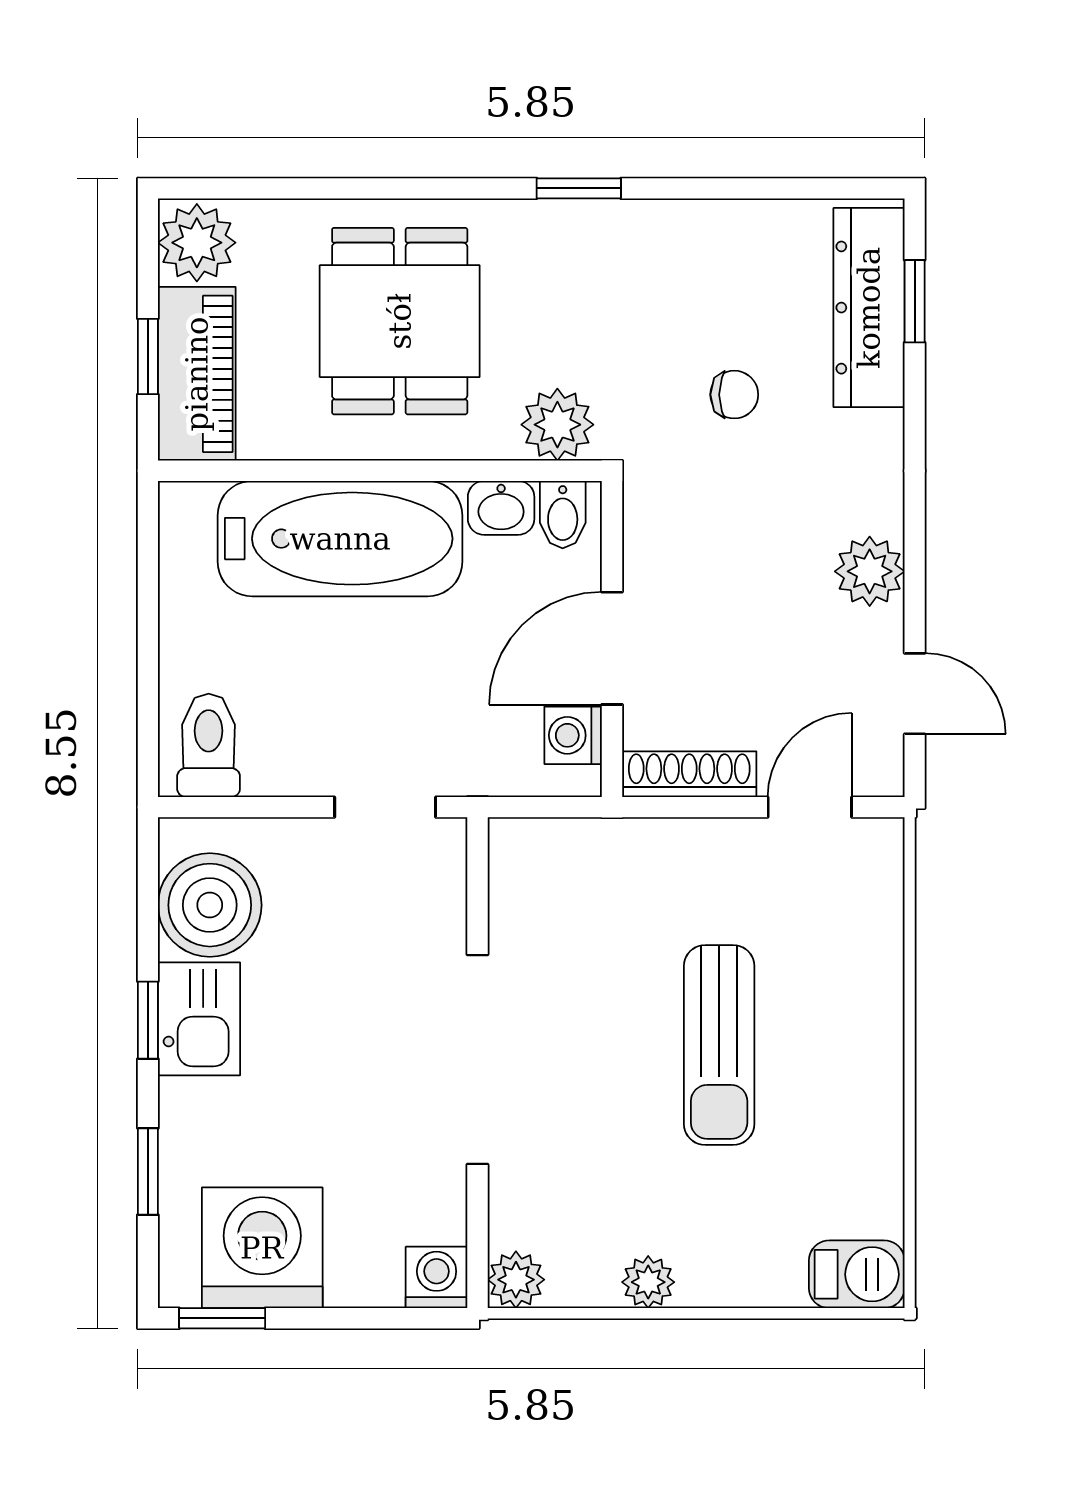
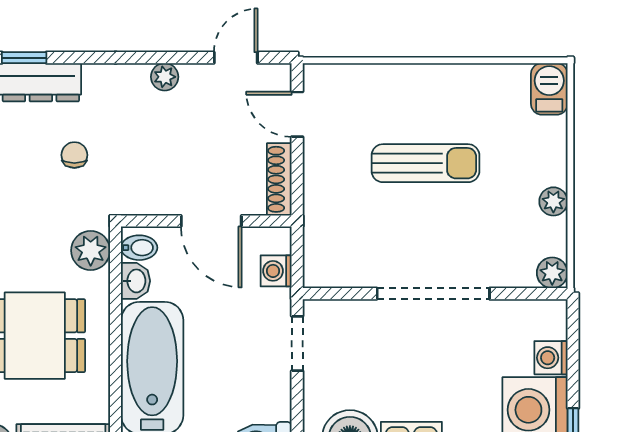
plant: (870, 571) -> (165, 77), width x0.73, depth x0.73
washing machine: (573, 735) -> (276, 271), moved, turned 90
washing machine: (437, 1277) -> (551, 358), moved

